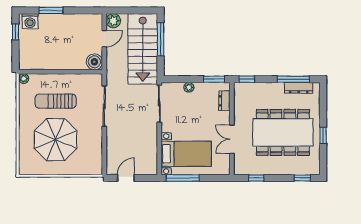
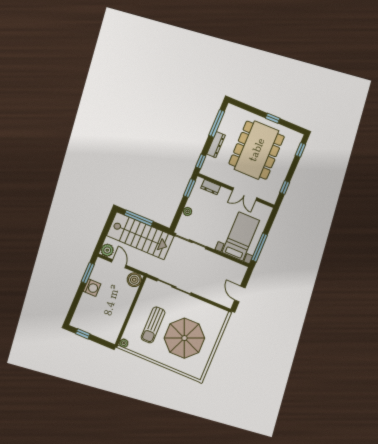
window: (51, 10) -> (88, 273), moved
washing machine: (30, 21) -> (92, 288), moved
dresser: (299, 88) -> (216, 145), moved

